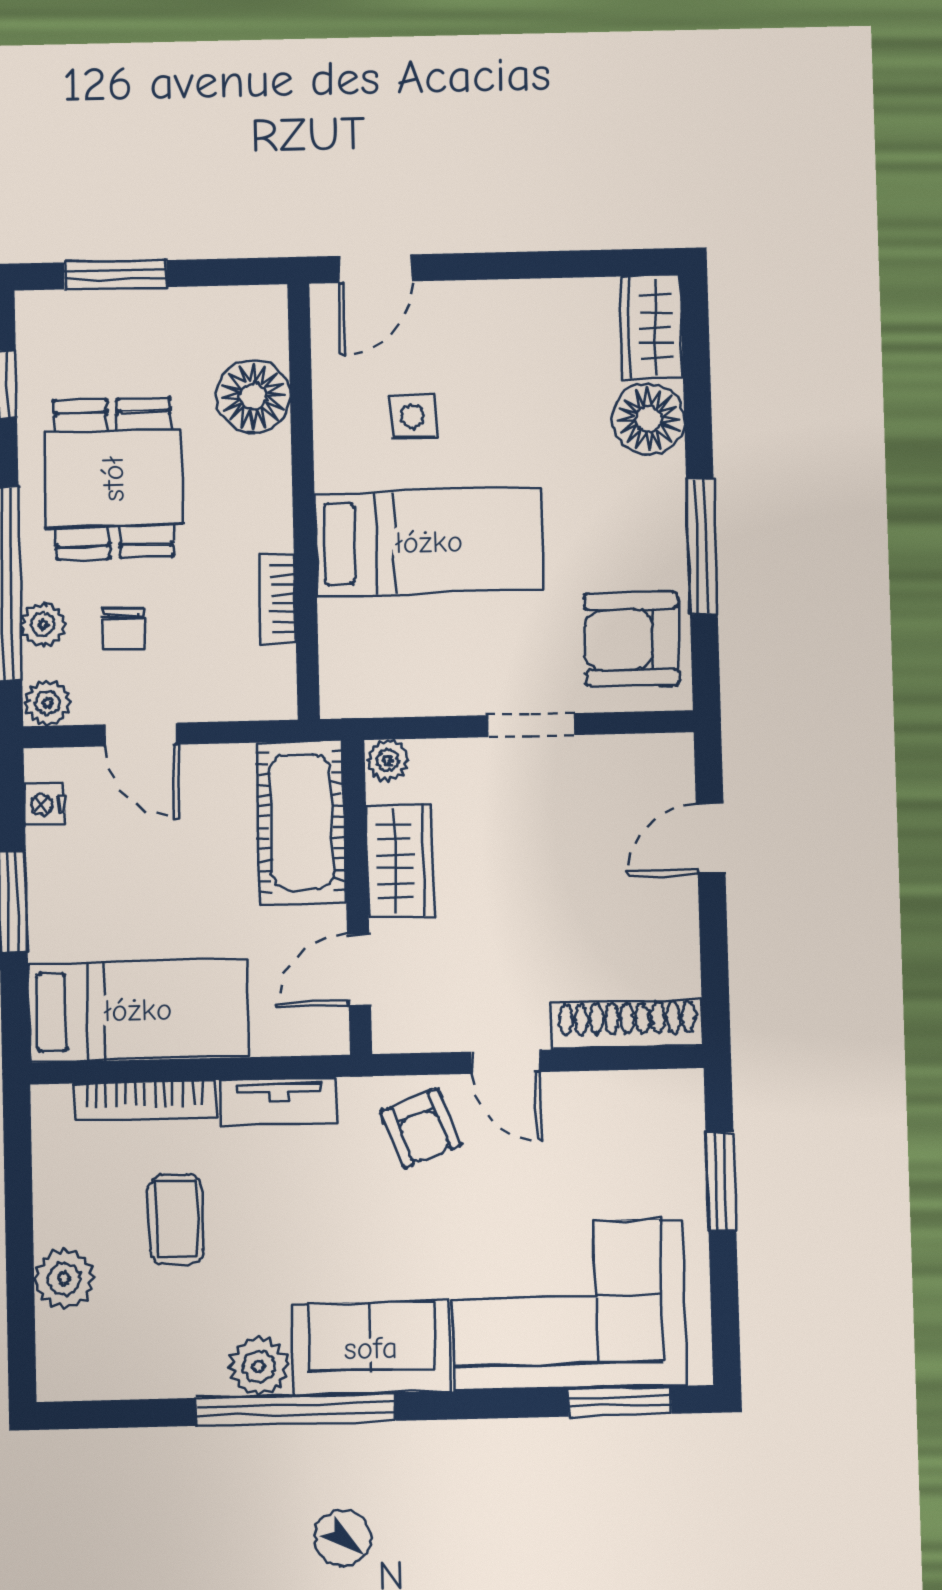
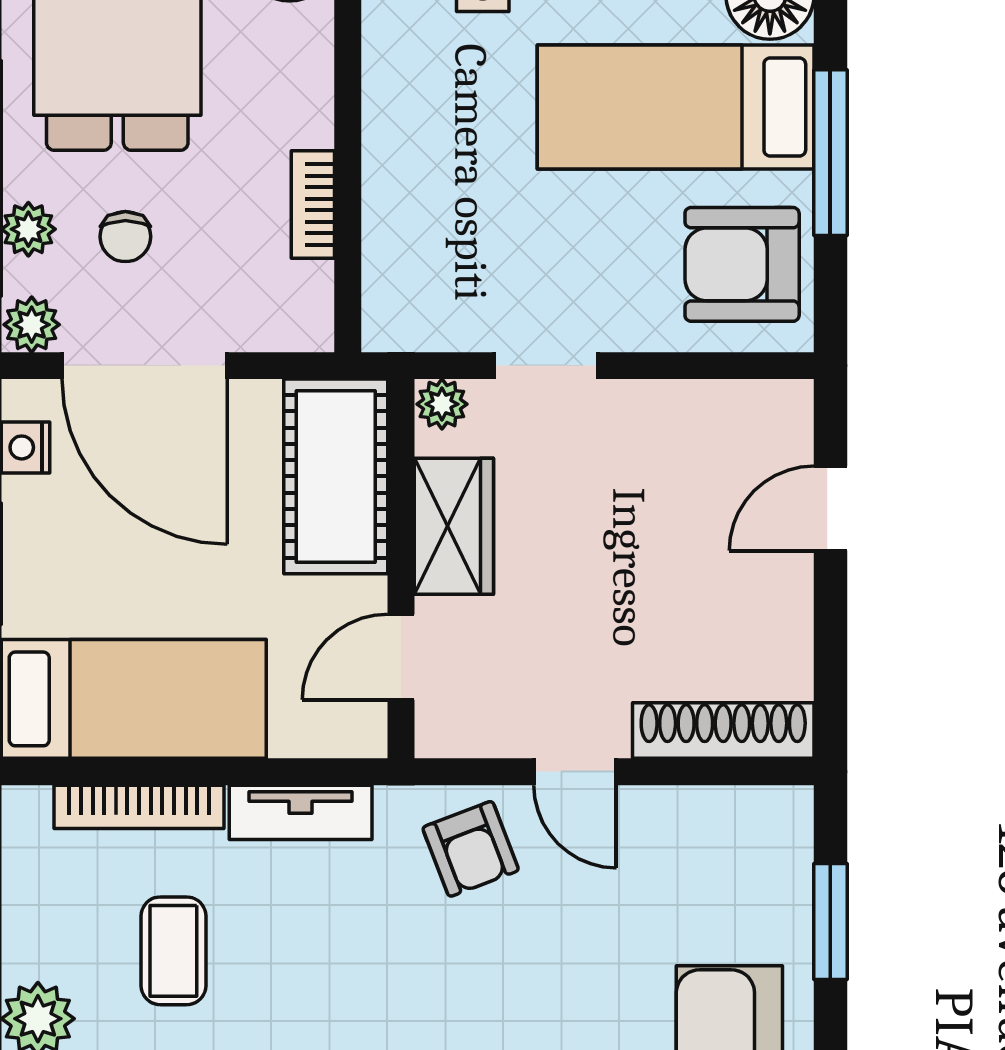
bed: (429, 542) -> (676, 107), moved, turned 180
doorway: (531, 725) -> (546, 366), moved
door: (141, 734) -> (144, 366), width x1.87

